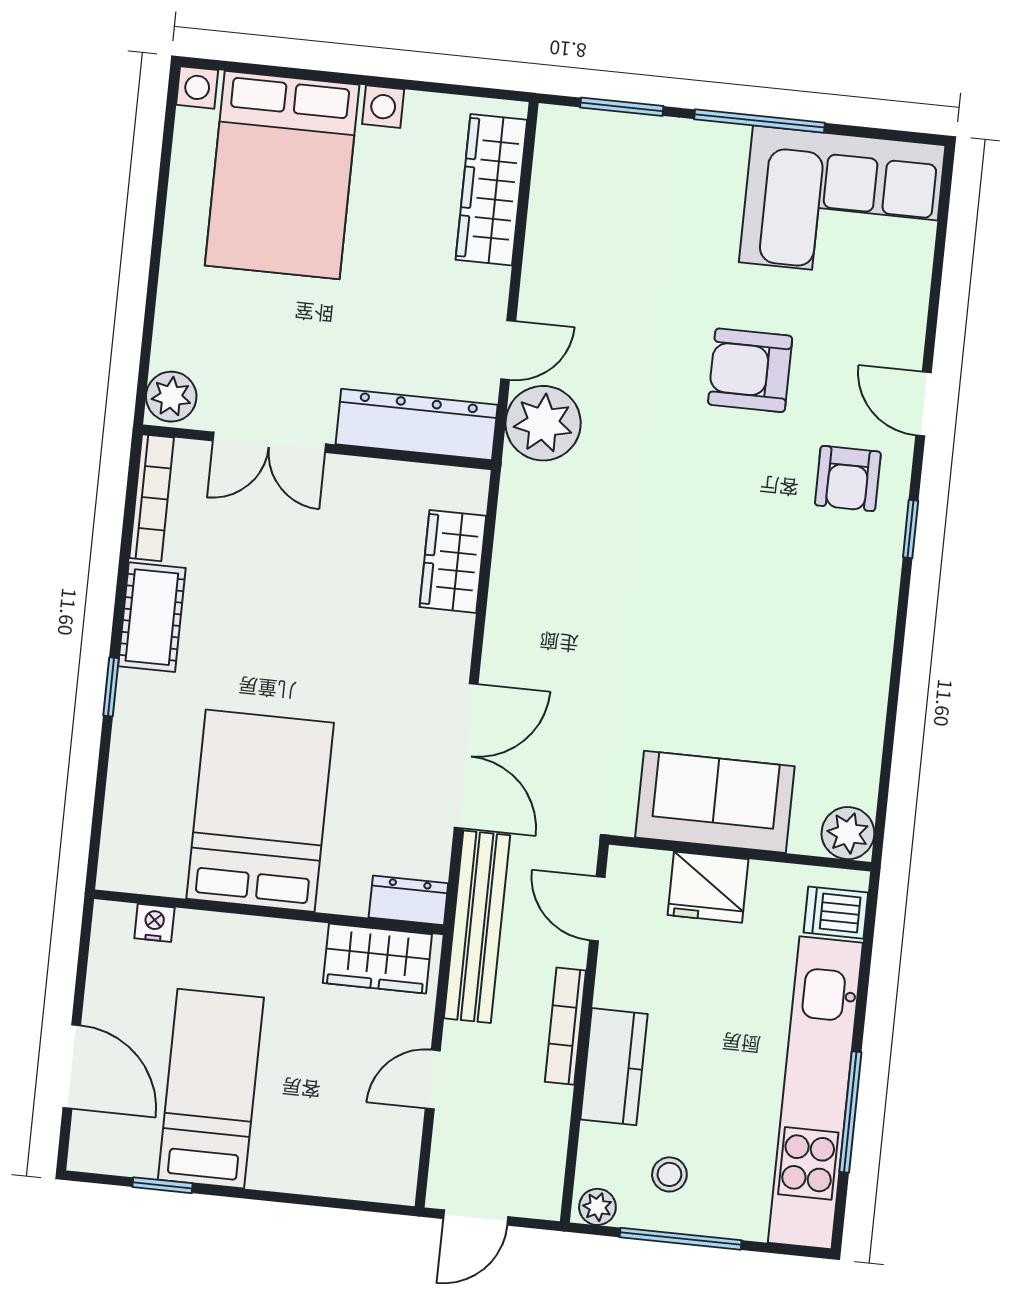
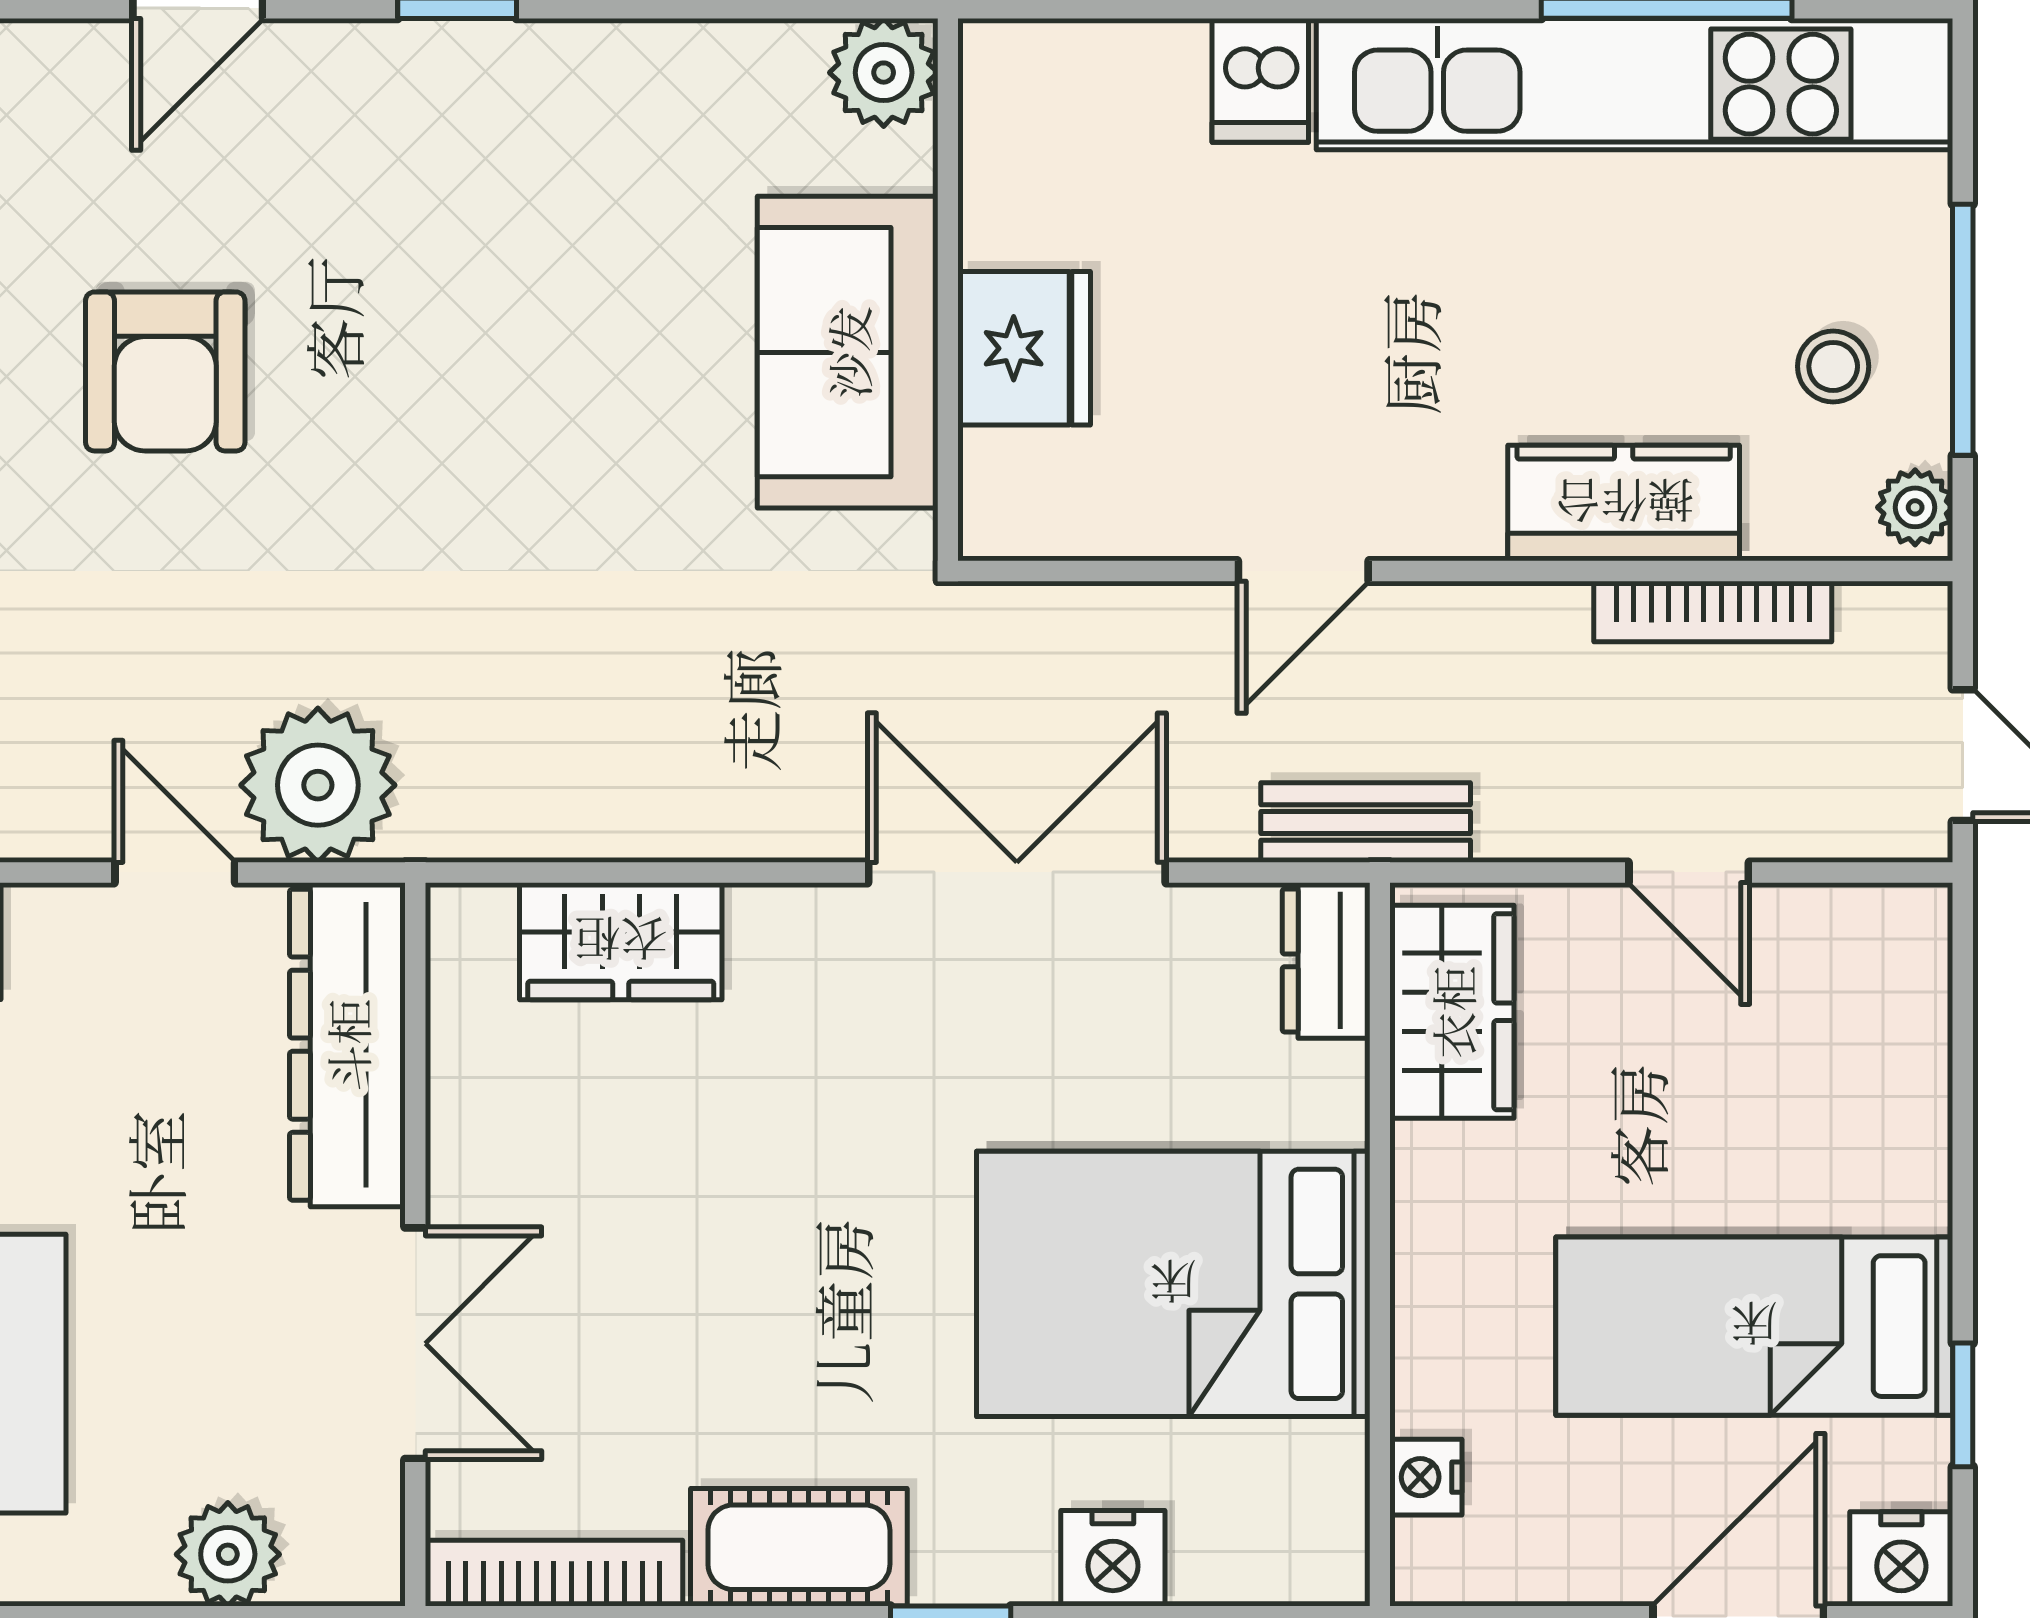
plant: (171, 397) -> (228, 1554), moved
armchair: (848, 479) -> (367, 148), removed
nightstand: (131, 768) -> (1113, 1558), added
sofa: (715, 802) -> (848, 352), moved
plant: (848, 833) -> (884, 73), moved
wall: (740, 853) -> (948, 290), moved
fridge: (708, 887) -> (1024, 348), moved
bench: (477, 927) -> (1366, 822), width x0.54, depth x0.82
bookcase: (565, 1026) -> (1713, 611), moved
nightstand: (91, 1148) -> (1901, 1559), added

